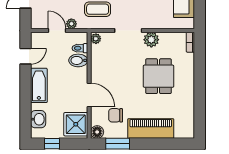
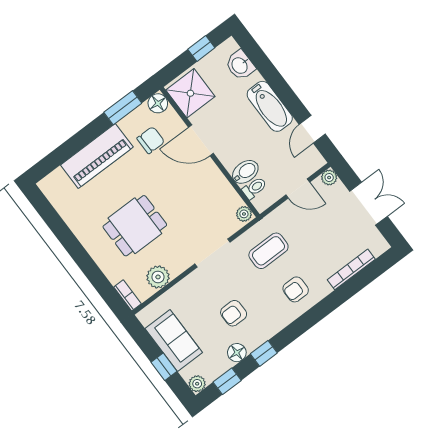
plant: (71, 24) -> (329, 178), moved
plant: (151, 40) -> (158, 277), moved
dining table: (159, 76) -> (135, 226), turned 90

